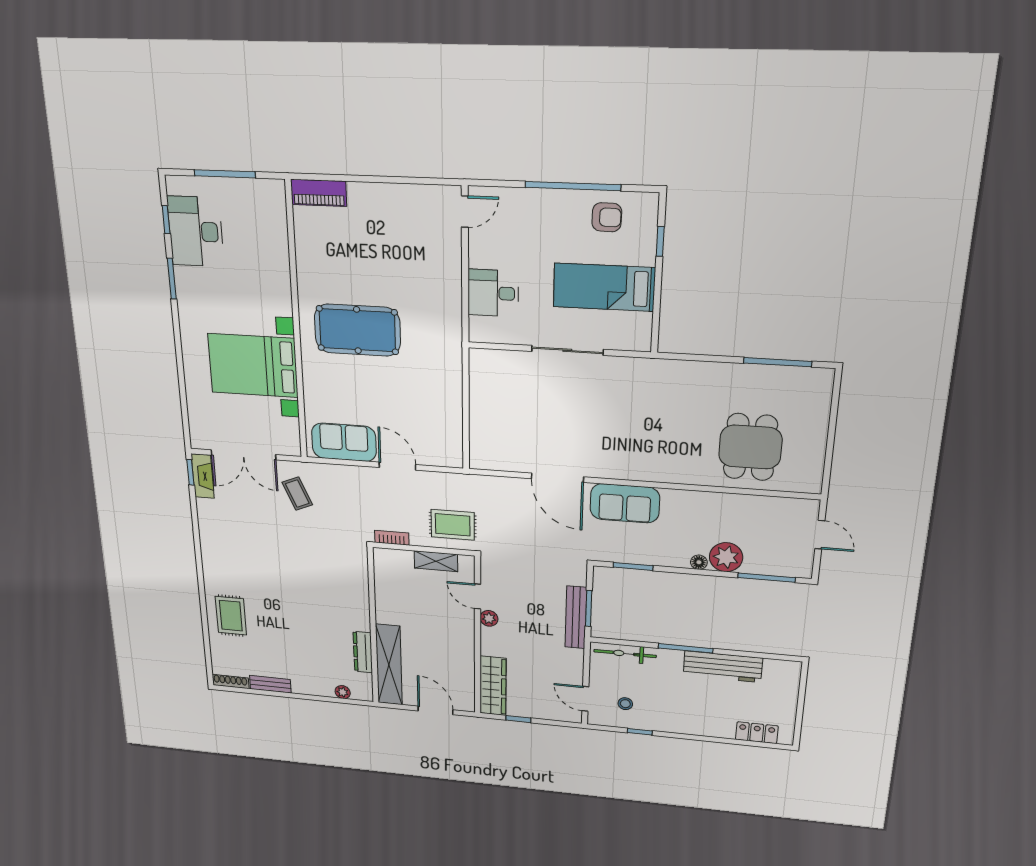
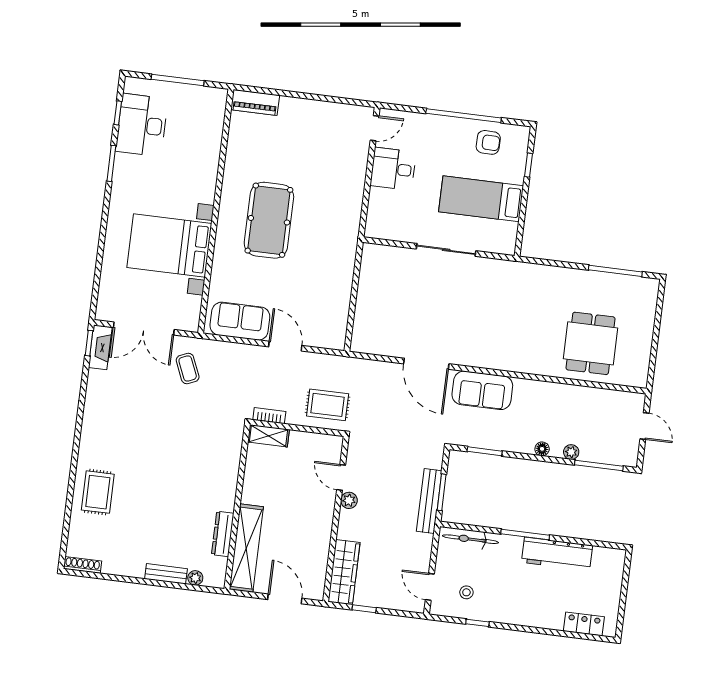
desk: (493, 293) -> (393, 169), moved
pool table: (357, 330) -> (269, 220), turned 90
plant: (726, 557) -> (571, 452), width x0.53, depth x0.53
shelving: (436, 561) -> (268, 436), moved
bench: (270, 684) -> (166, 574), moved

